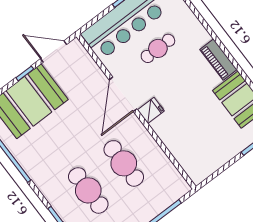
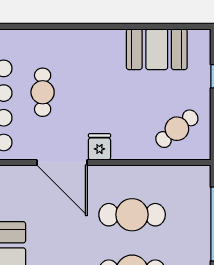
piano: (218, 60) -> (100, 40), removed
cafe table: (199, 150) -> (177, 129), added

